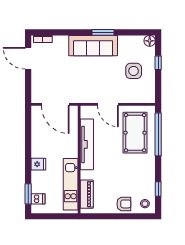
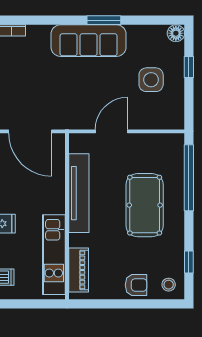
door: (108, 104) -> (111, 131), swing flipped
pool table: (135, 133) -> (145, 205), moved

